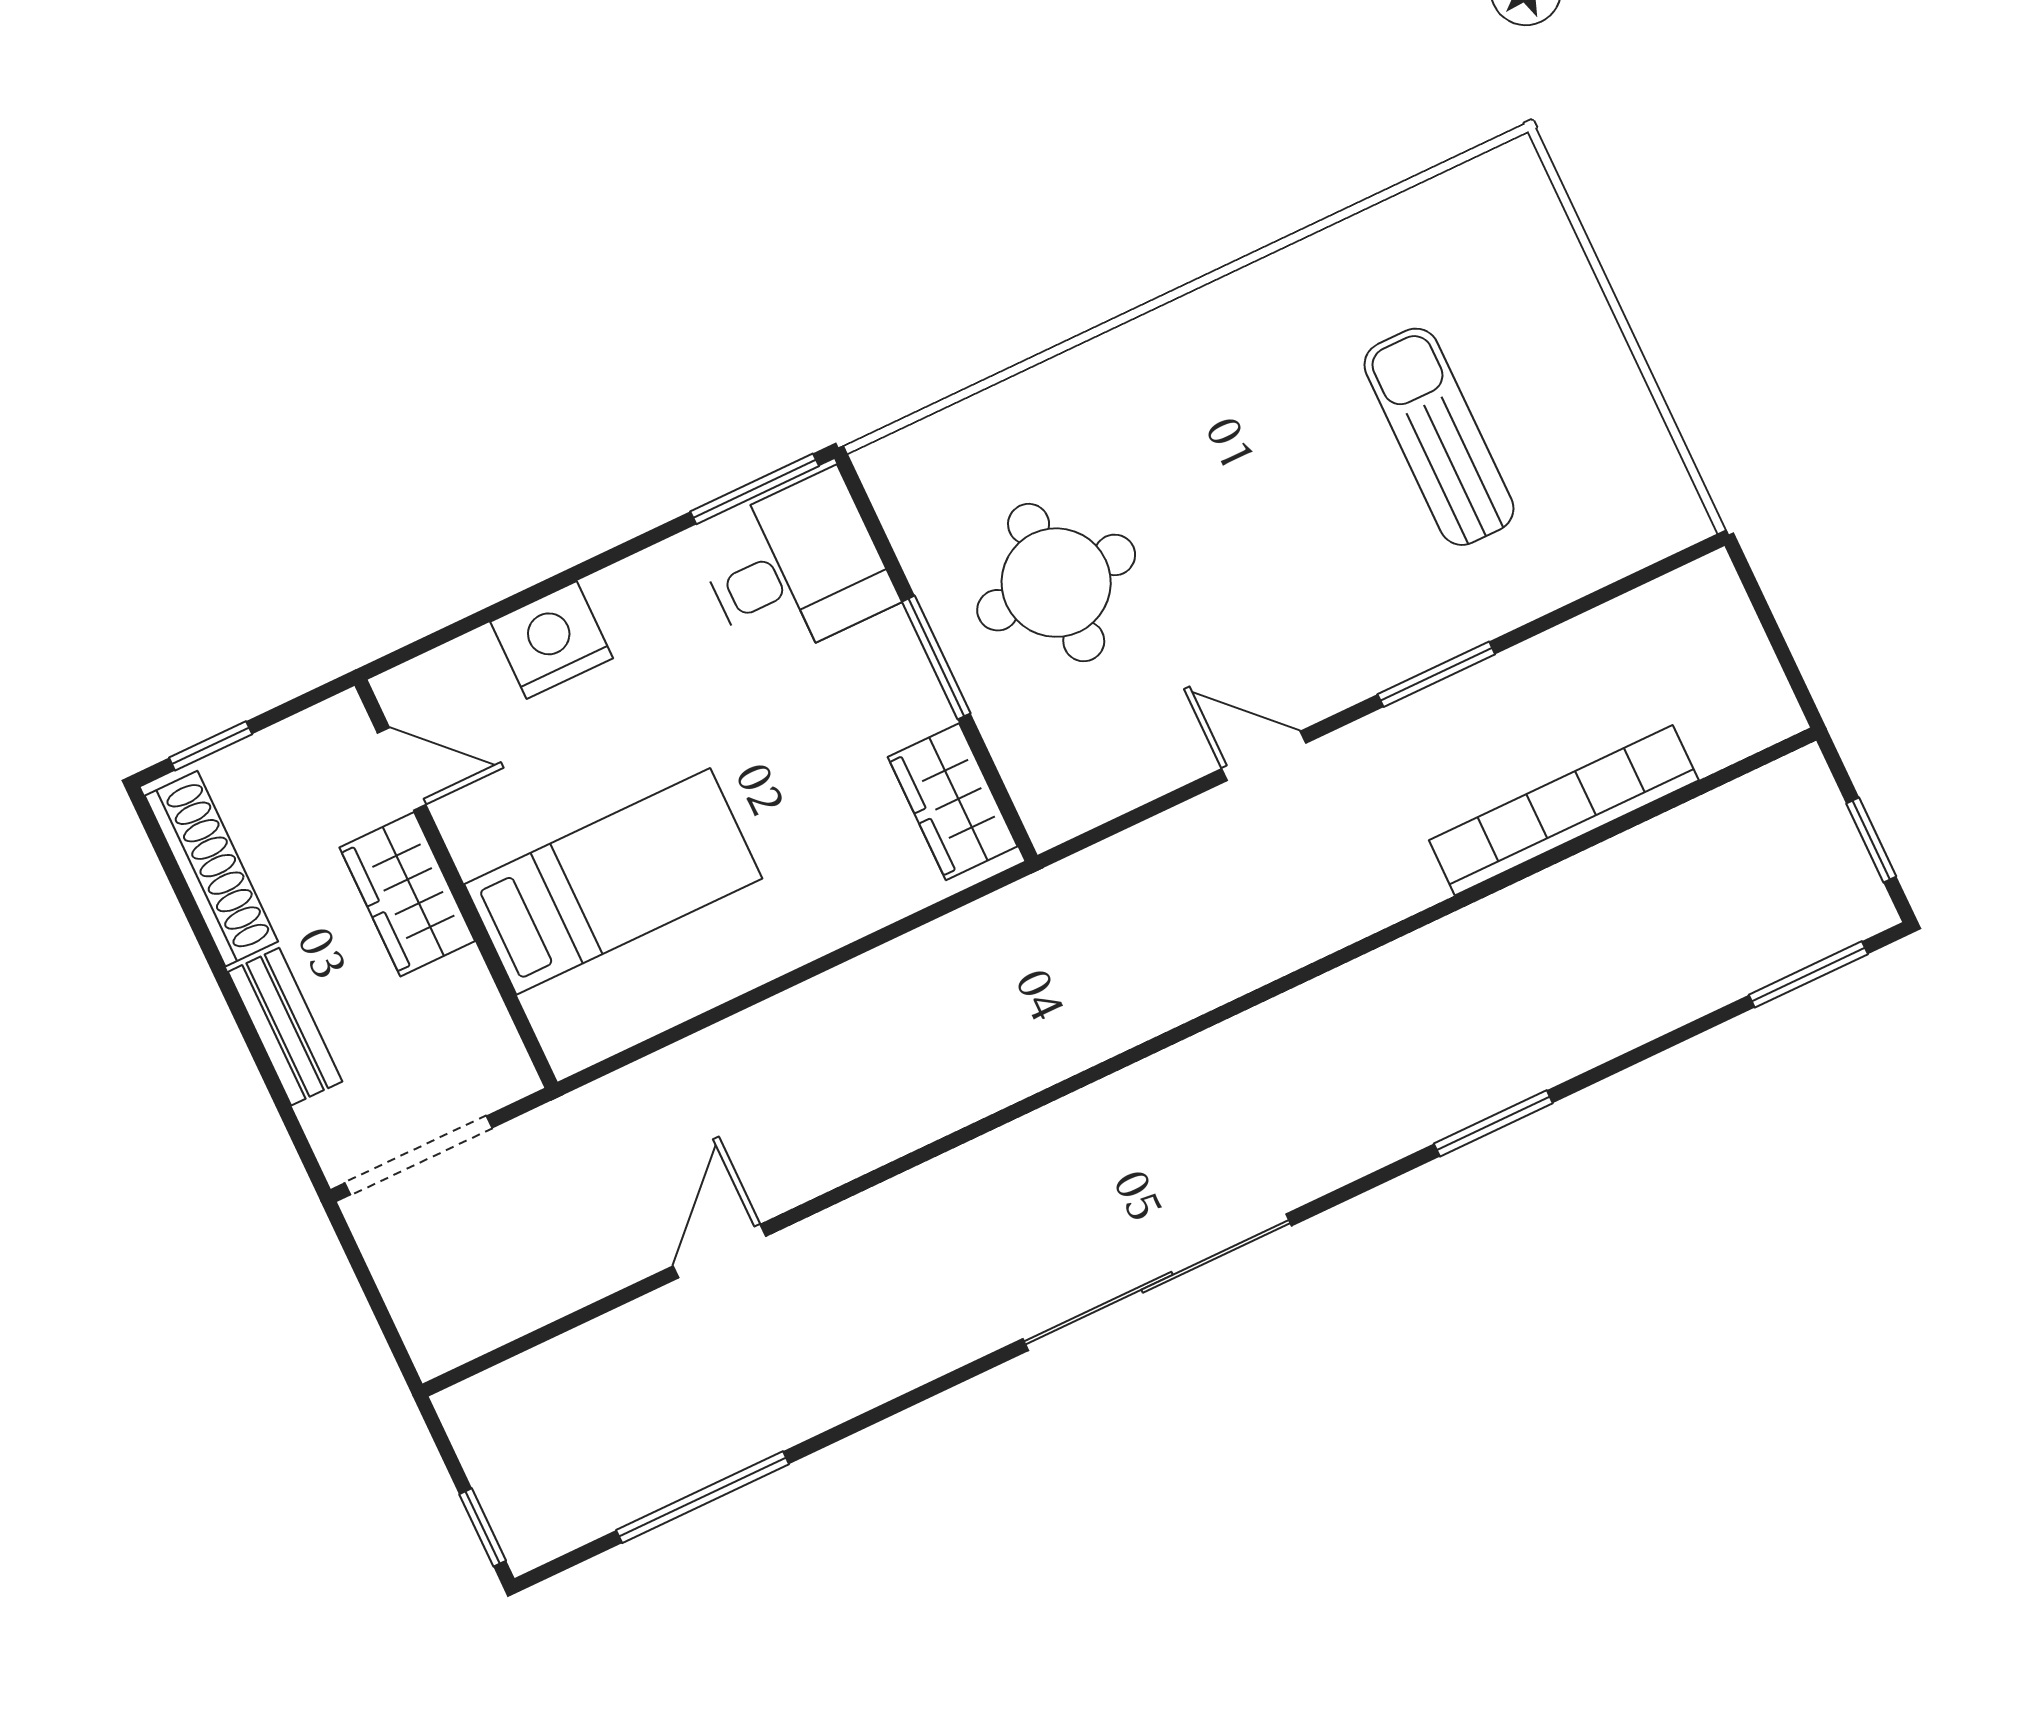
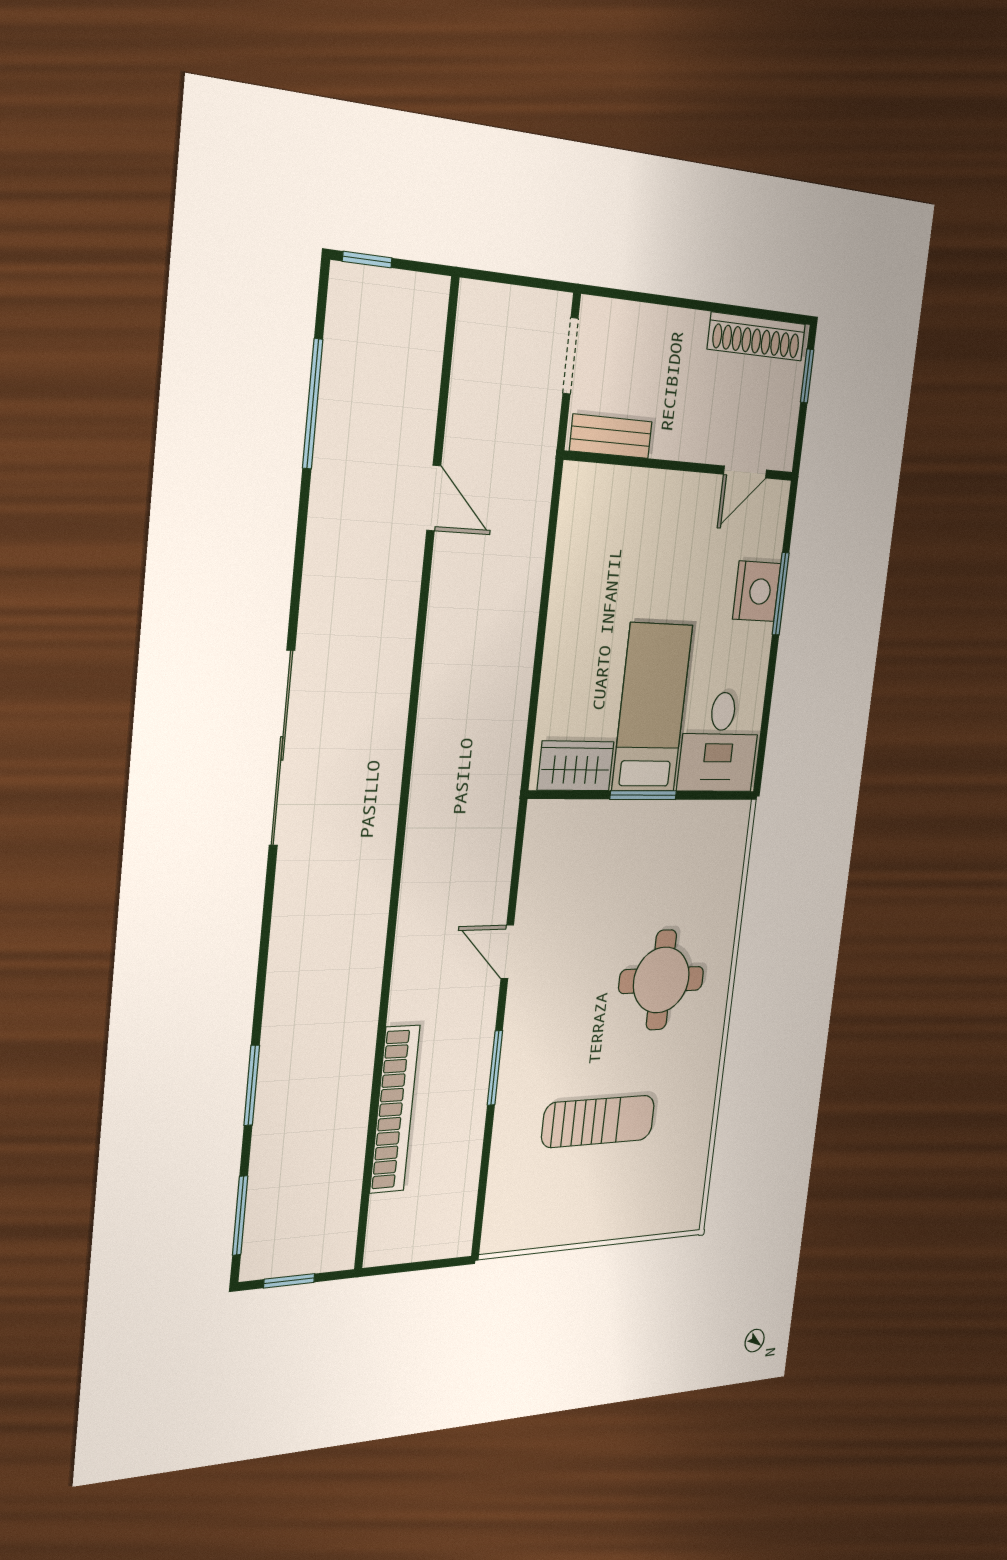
window: (755, 489) -> (781, 594), moved
round table: (1056, 583) -> (661, 980), moved
door: (1264, 756) -> (507, 952), swing flipped
bed: (613, 881) -> (652, 708), moved, turned 180
wardrobe: (407, 894) -> (691, 436), removed
bench: (285, 1027) -> (611, 436), moved
window: (1493, 1123) -> (252, 1085), moved
doorway: (419, 1155) -> (571, 356), width x0.73

